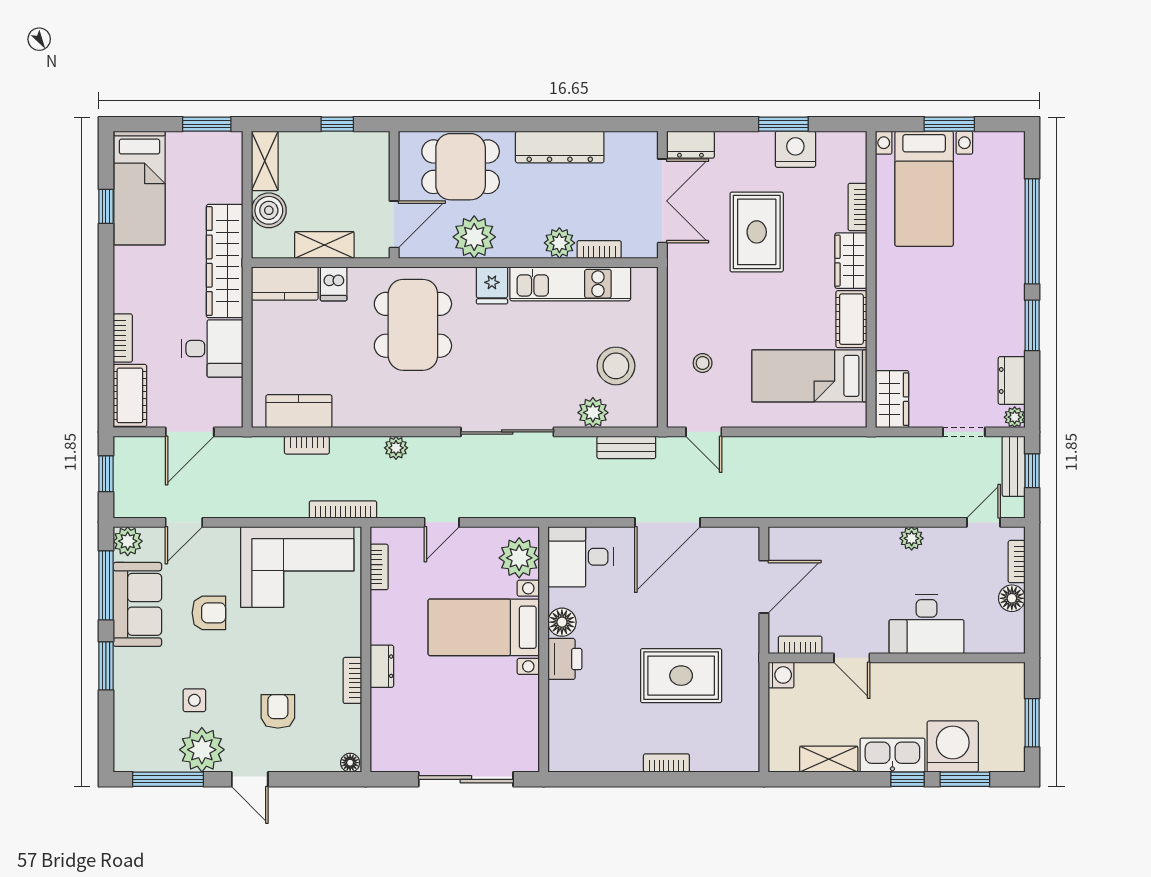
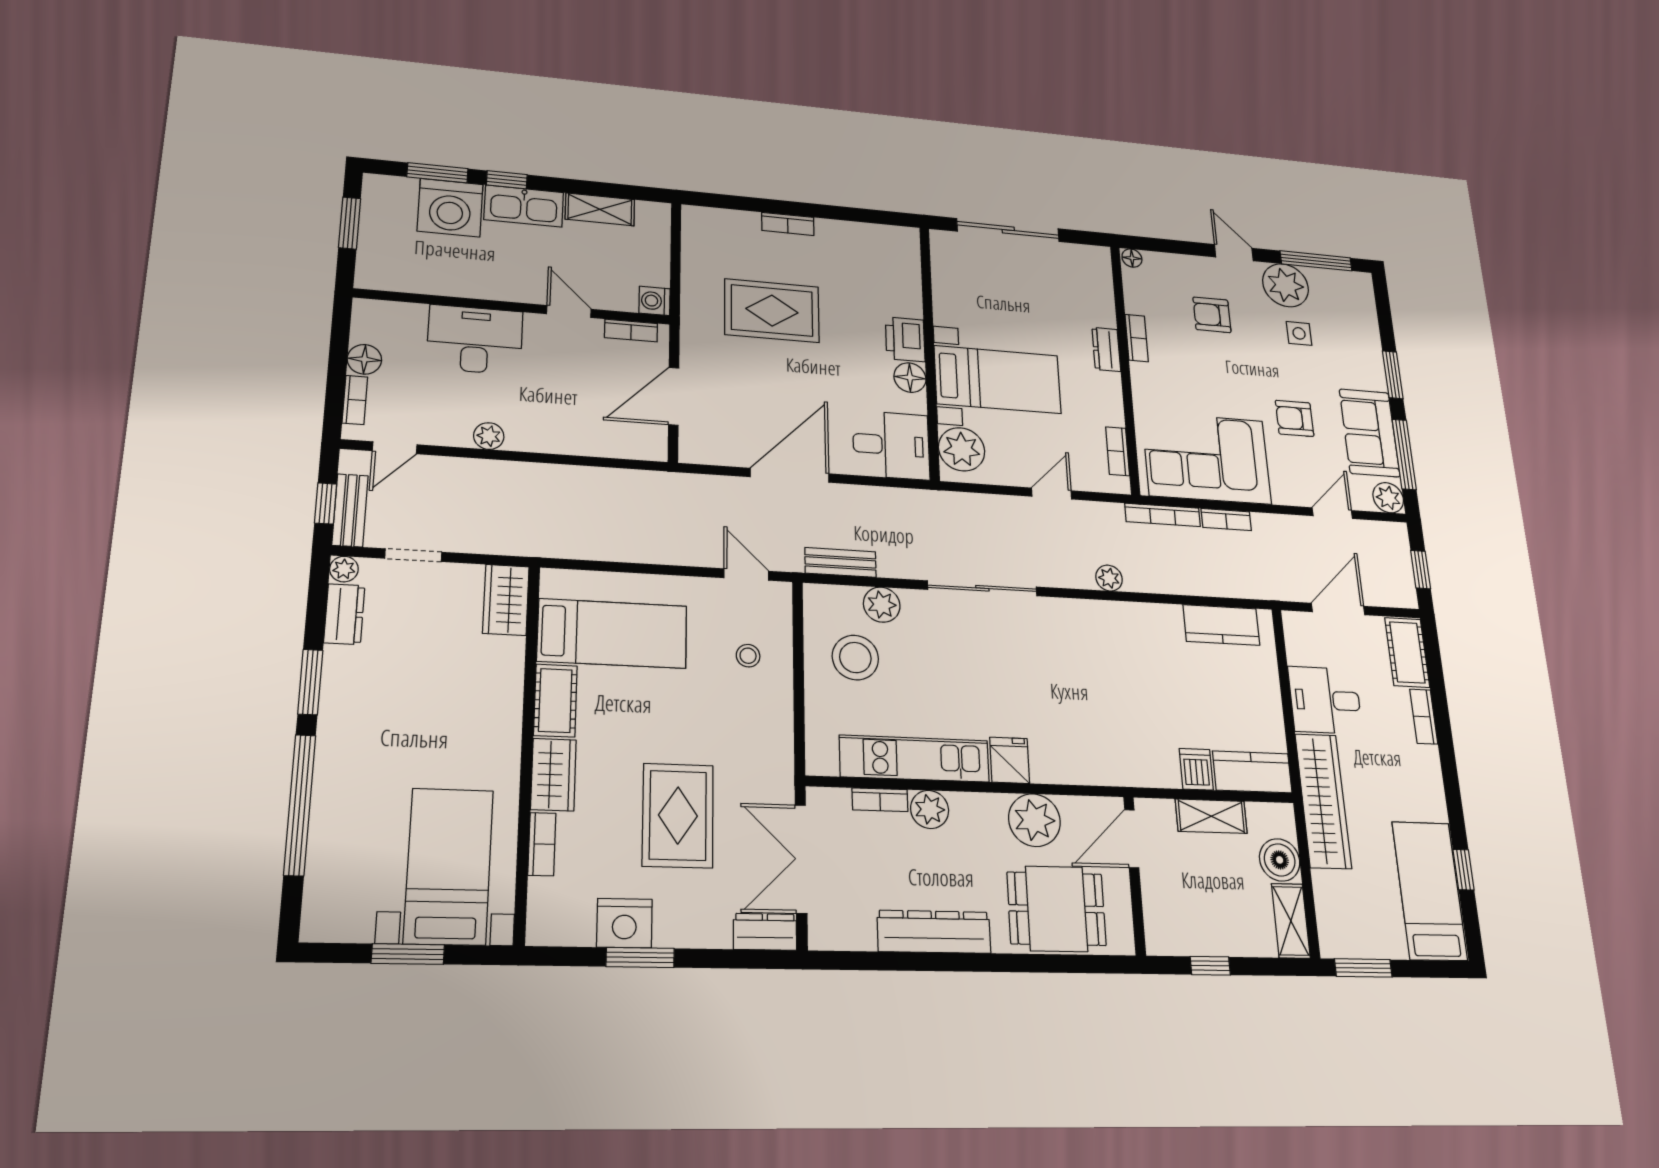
dining table: (413, 325) -> (1100, 717), removed
bookcase: (307, 445) -> (1226, 520), moved, turned 180
armchair: (278, 711) -> (1212, 315), turned 90

